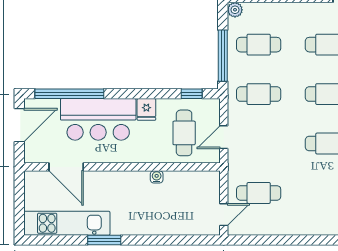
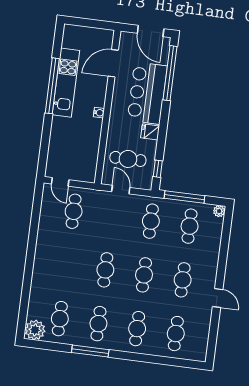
water cooler: (157, 177) -> (99, 113), moved
kitchen unit: (67, 223) -> (66, 83), moved
window: (104, 240) -> (52, 86), width x2.11

